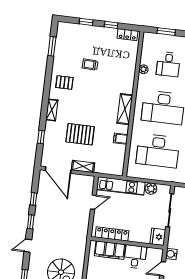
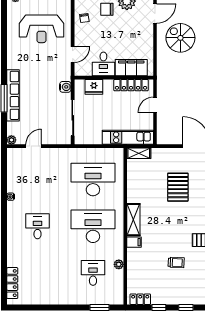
pallet: (80, 134) -> (178, 187), turned 90
filing cabinet: (121, 139) -> (134, 242), moved
shelving: (83, 166) -> (139, 153), moved
plant: (151, 189) -> (95, 138), removed
door: (93, 202) -> (155, 105), moved
fridge: (158, 237) -> (94, 87), moved, turned 90
water cooler: (171, 254) -> (65, 87), moved

